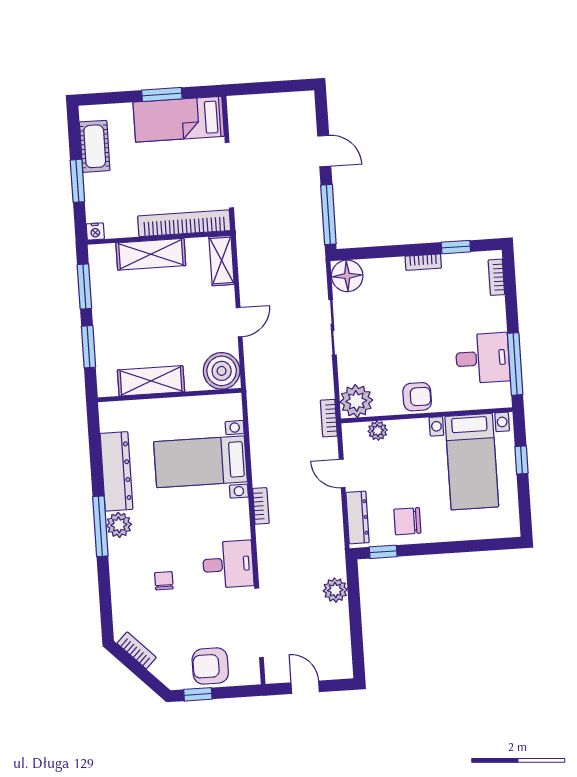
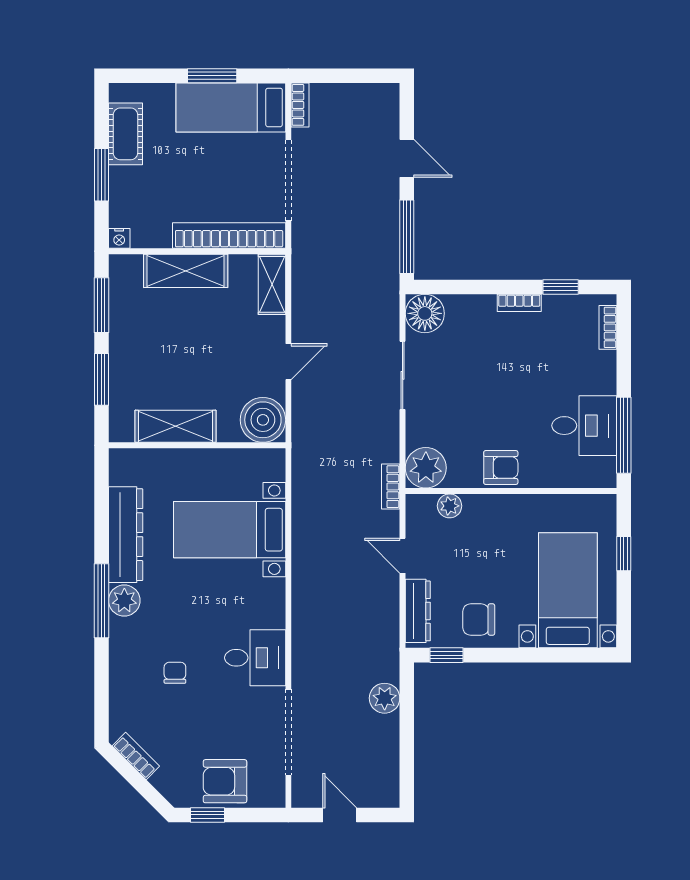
bed with nightstands: (472, 462) -> (568, 590), moved, turned 180
bookcase: (261, 506) -> (300, 105), moved

